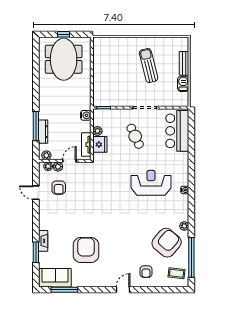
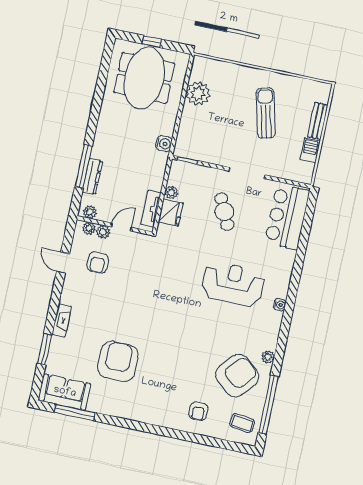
plant: (101, 62) -> (198, 93), added
water cooler: (86, 115) -> (164, 144), moved
fireplace: (43, 241) -> (62, 320), moved
door: (123, 290) -> (159, 430), removed

